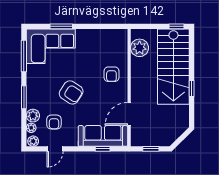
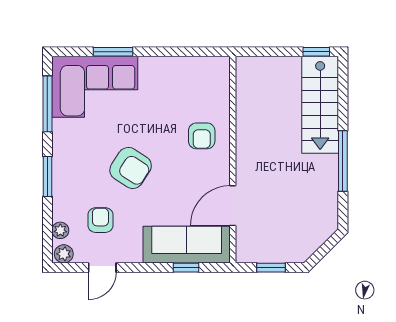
plant: (140, 48) -> (251, 89), removed
stairs: (173, 67) -> (320, 105), width x0.73, depth x0.66
window: (192, 88) -> (343, 161), width x2.17
plant: (33, 116) -> (63, 209), removed
armchair: (54, 122) -> (100, 220), turned 180

